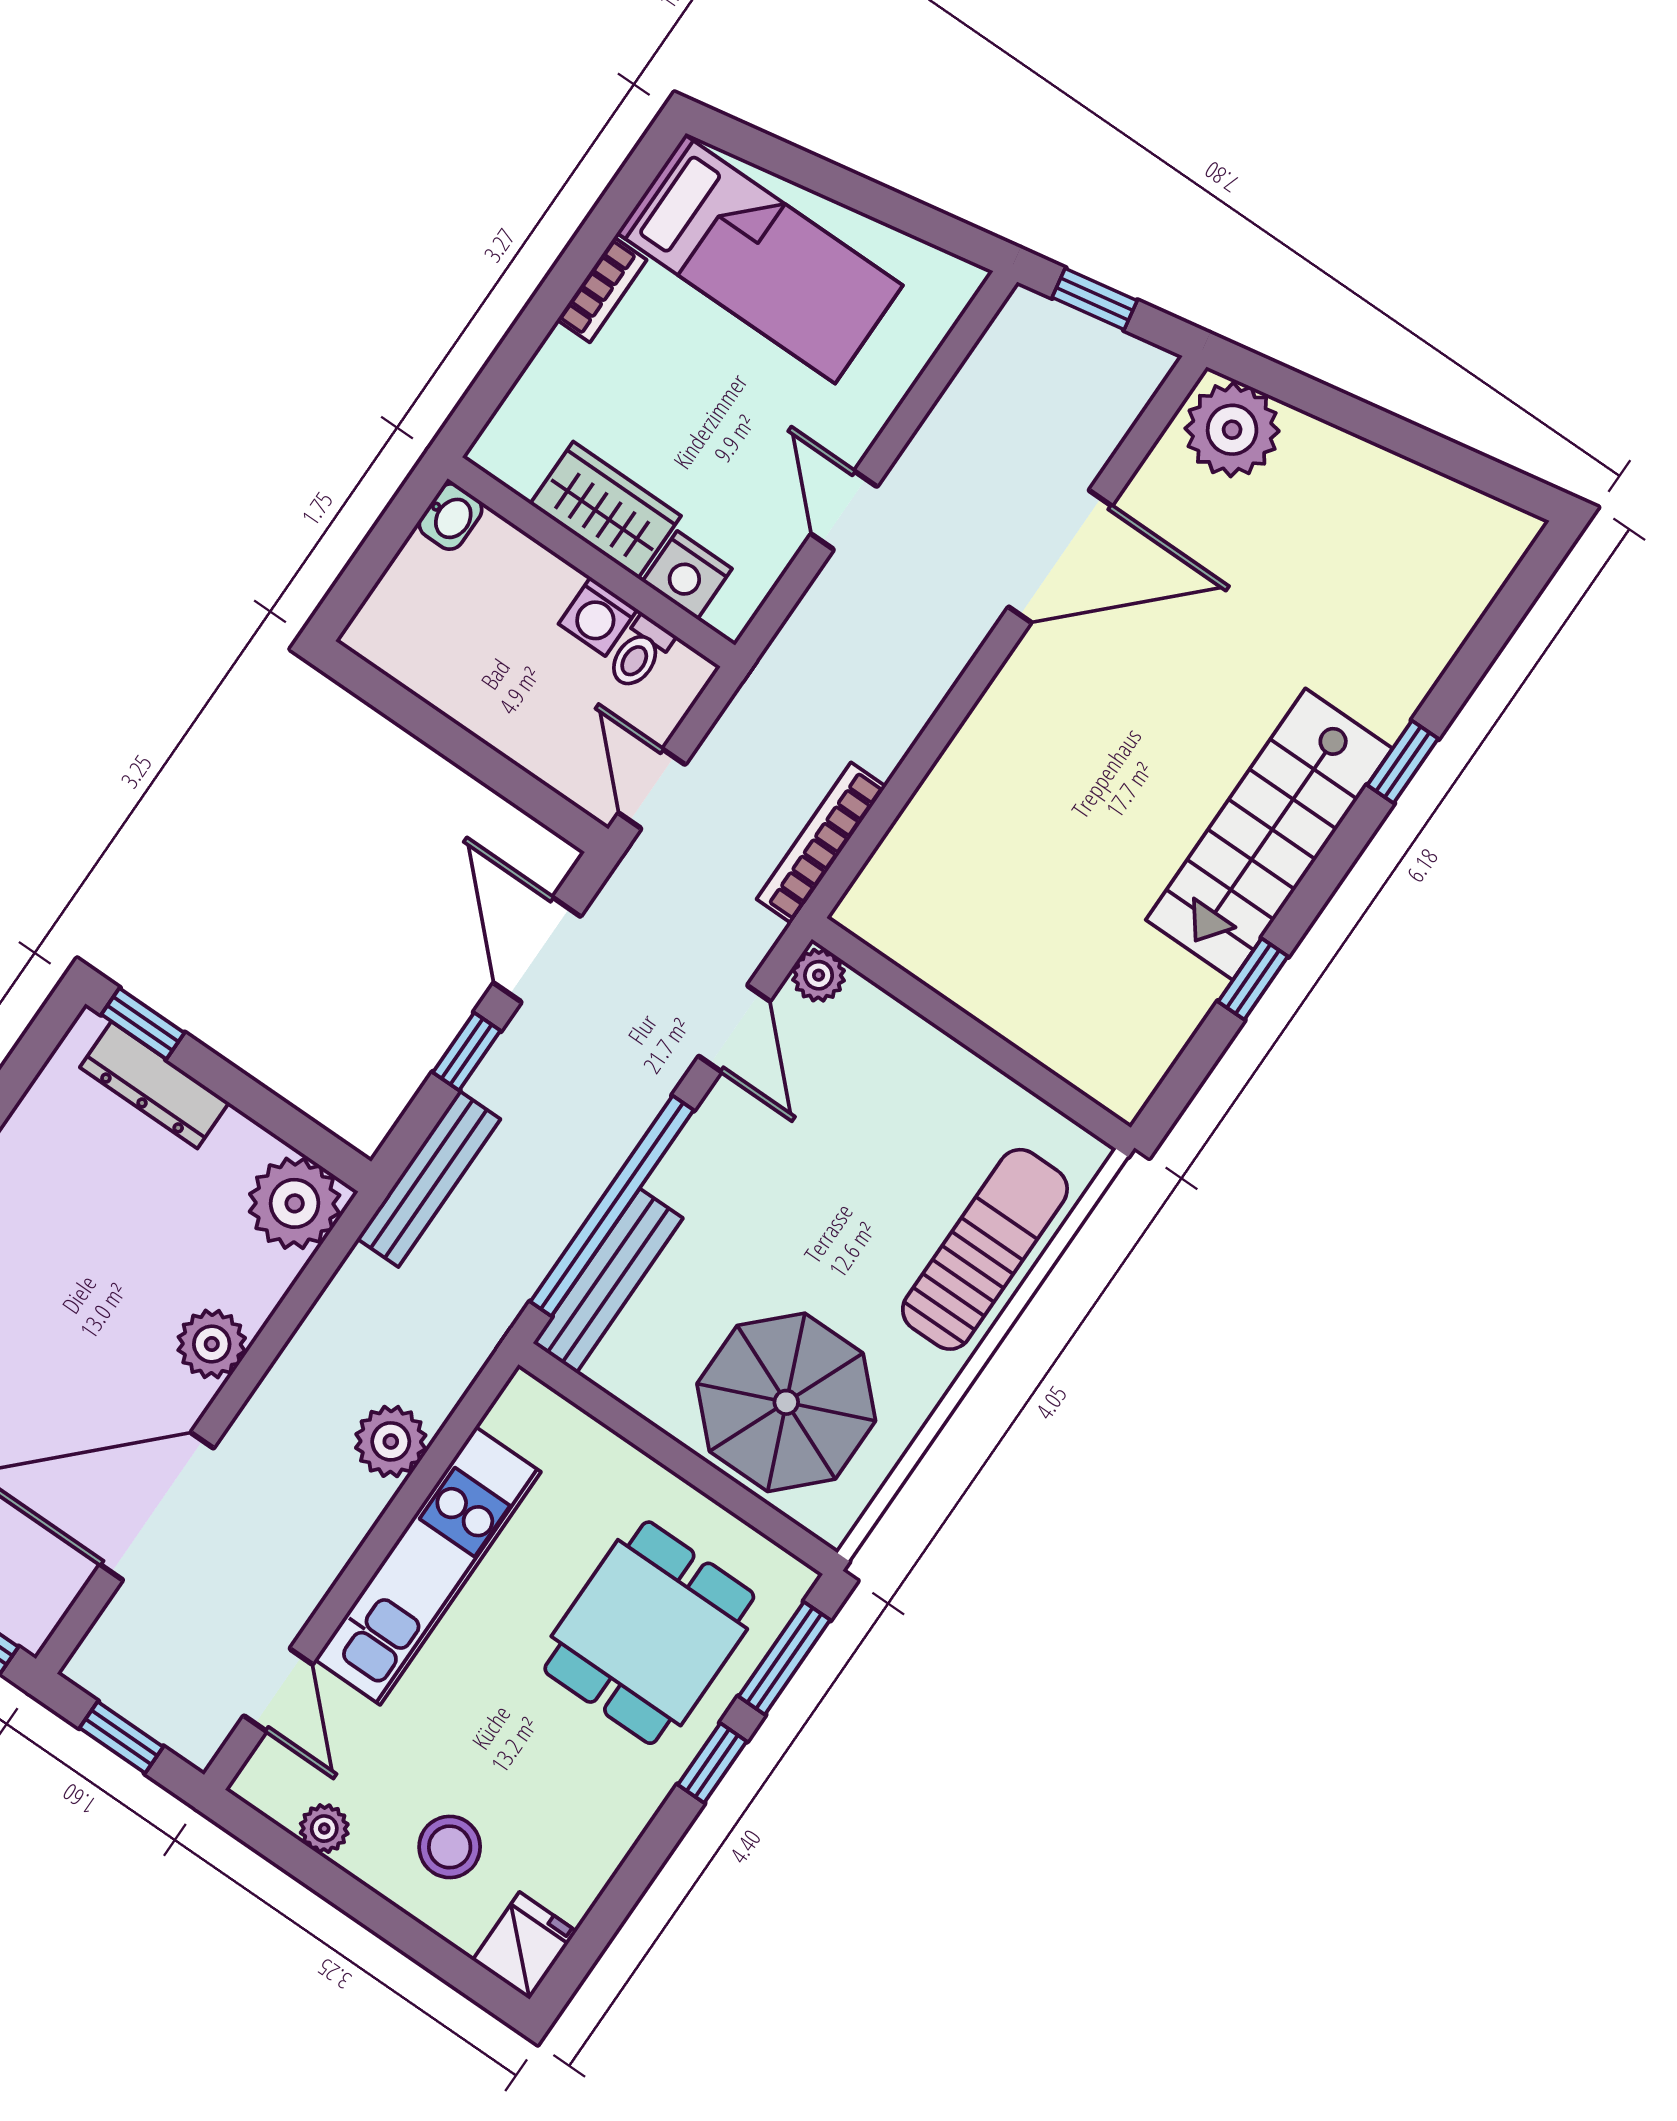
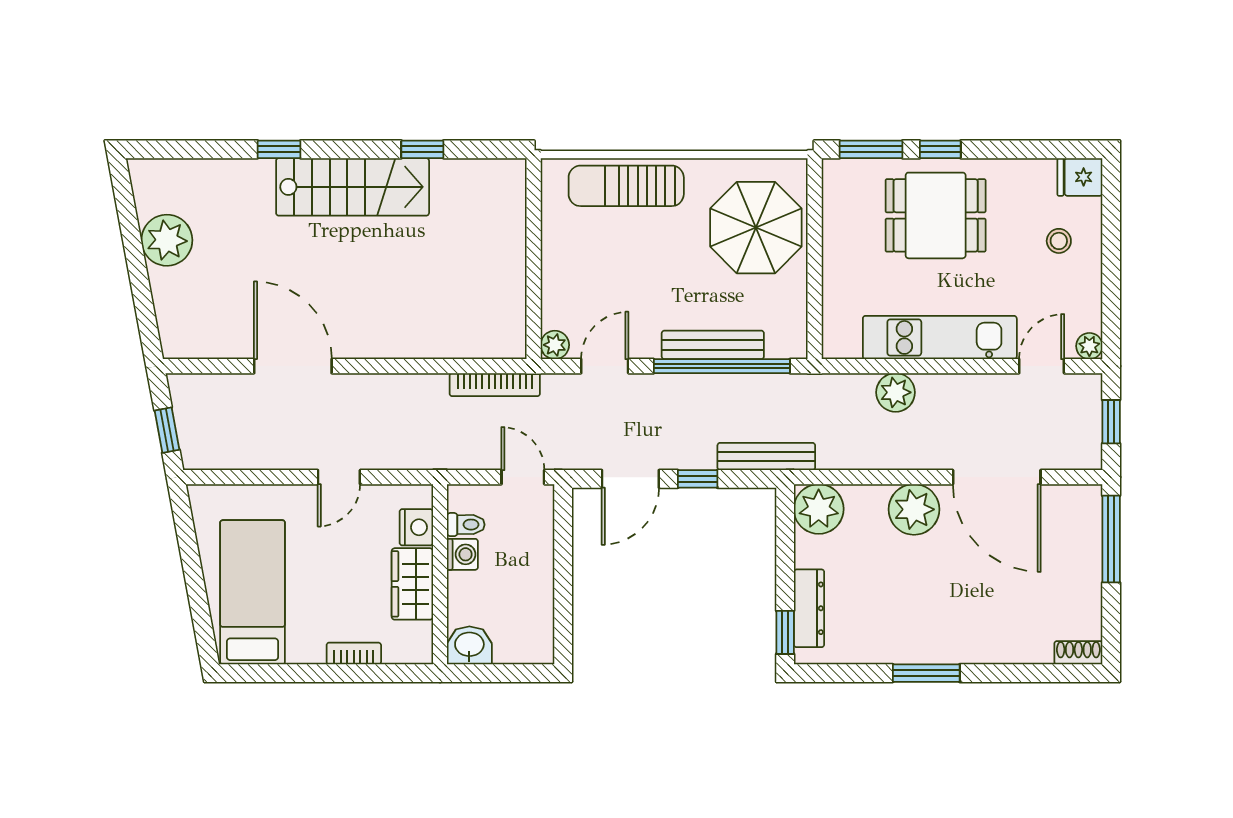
bookcase: (602, 290) -> (354, 654), moved
plant: (1232, 430) -> (167, 240), moved
washbasin: (450, 517) -> (469, 645), width x1.38, depth x1.45
door: (652, 789) -> (523, 477), swing flipped
bench: (608, 1281) -> (713, 345), moved
plant: (212, 1344) -> (914, 509), width x1.36, depth x1.36
dining table: (649, 1633) -> (936, 215), moved
plant: (324, 1829) -> (1089, 346), moved
stool: (450, 1847) -> (1059, 241), width x0.73, depth x0.73

